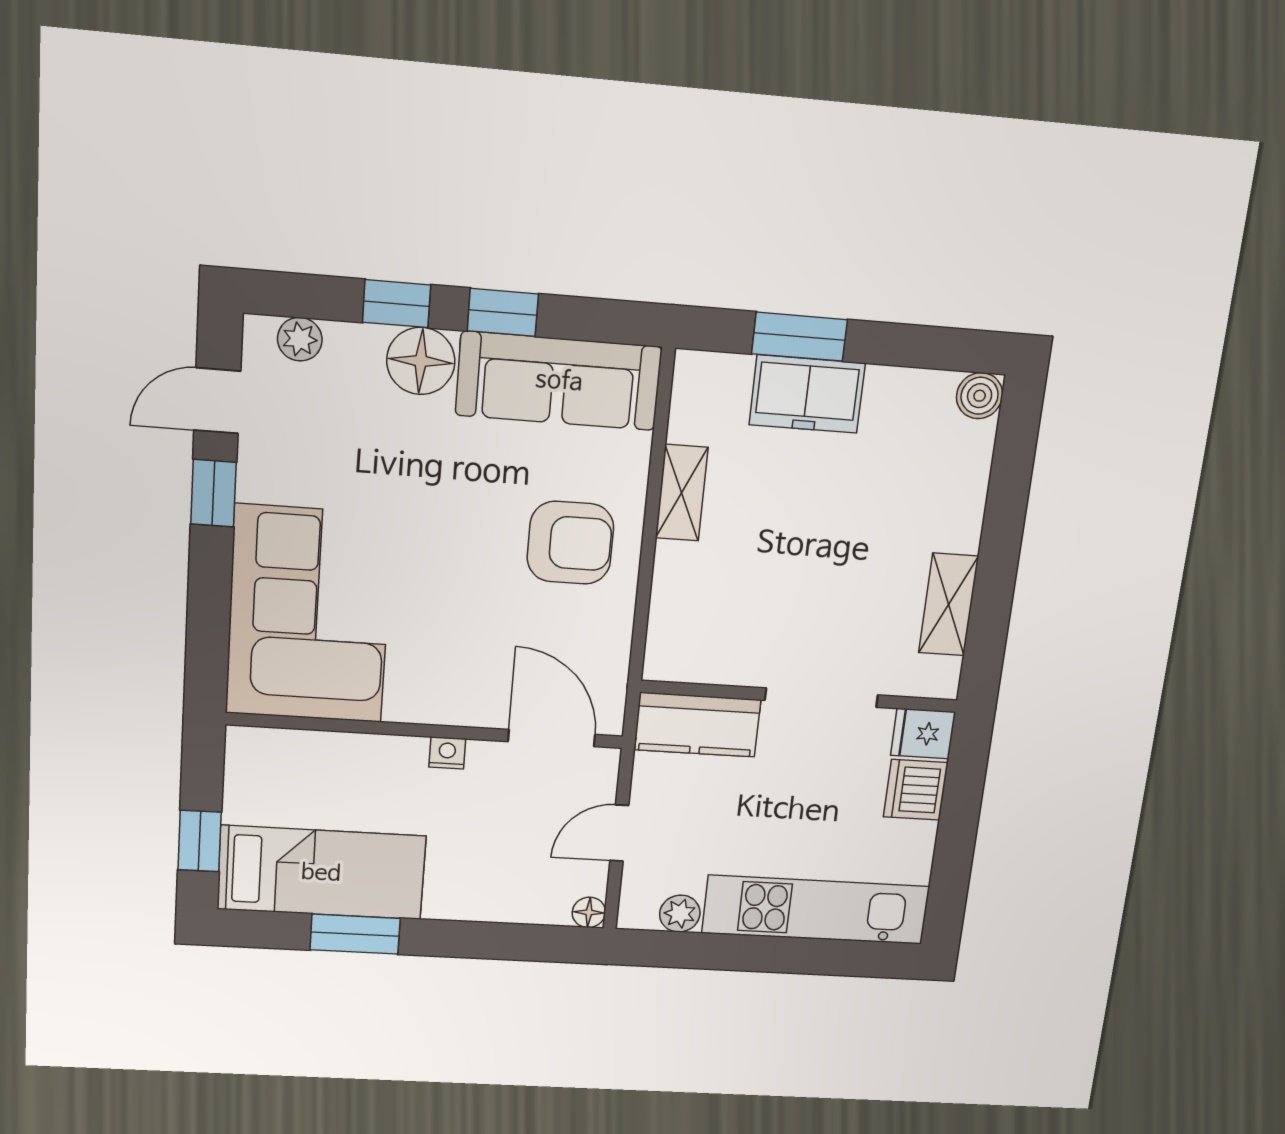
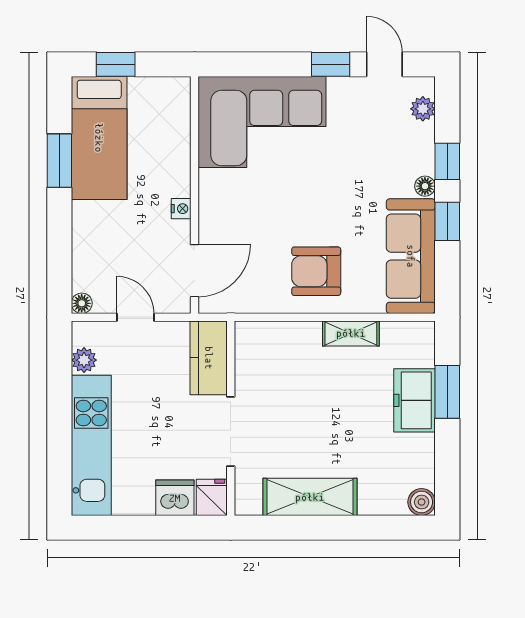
floor lamp: (421, 361) -> (425, 186), width x0.53, depth x0.53
armchair: (570, 543) -> (316, 271), turned 90
shelving: (949, 605) -> (310, 497), width x1.50, depth x1.33

